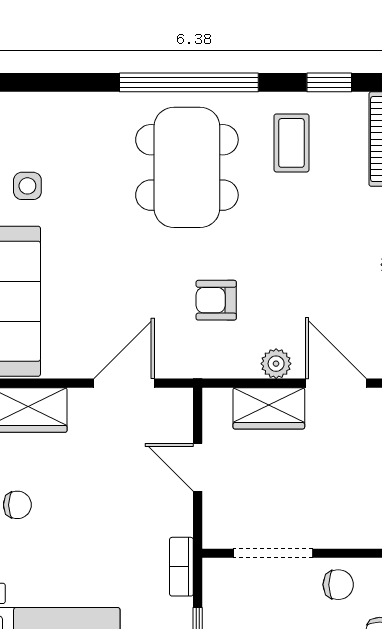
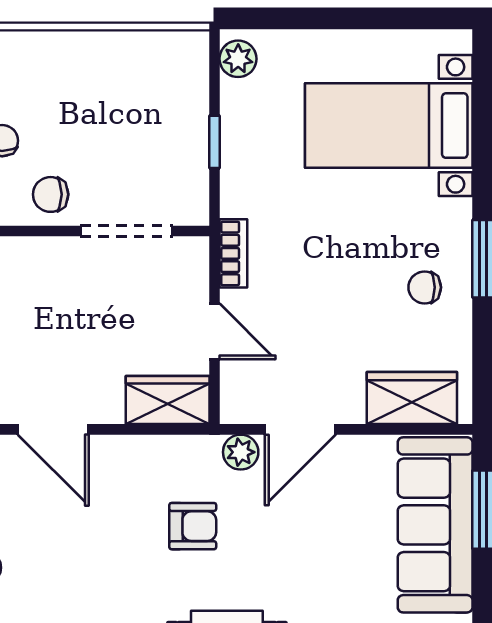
plant: (276, 364) -> (241, 452), moved
wardrobe: (269, 408) -> (168, 400), moved
bookcase: (181, 567) -> (233, 253), moved

